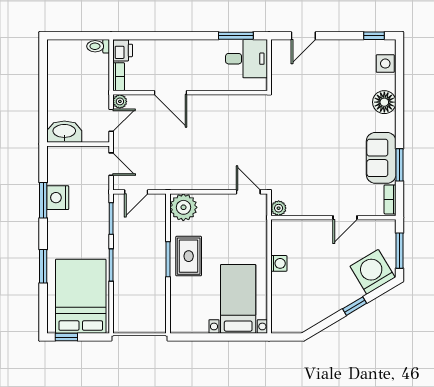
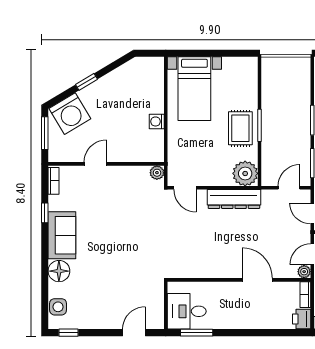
sofa: (381, 158) -> (62, 235), moved
window: (400, 165) -> (45, 213), width x0.67
dresser: (196, 180) -> (234, 199), added

